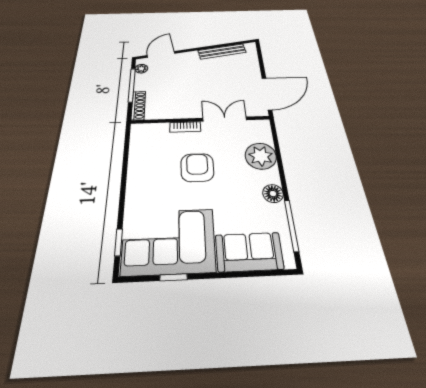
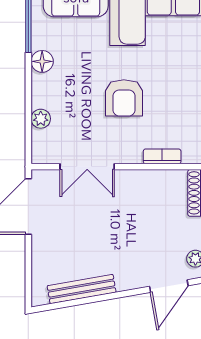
bookcase: (185, 127) -> (162, 156), moved
plant: (261, 156) -> (41, 119), width x0.53, depth x0.53

